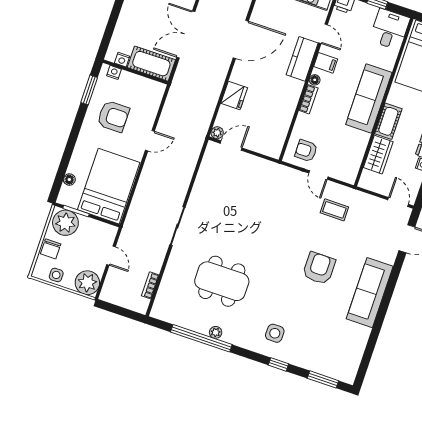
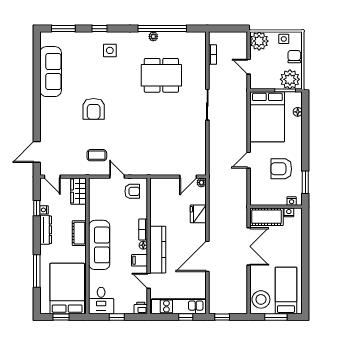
kitchen counter: (302, 59) -> (158, 250), width x1.50
wardrobe: (378, 155) -> (79, 191), moved
sofa: (370, 293) -> (51, 72), moved

